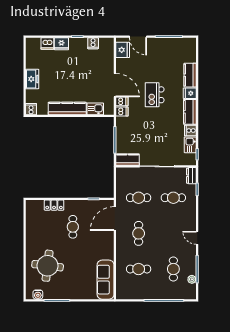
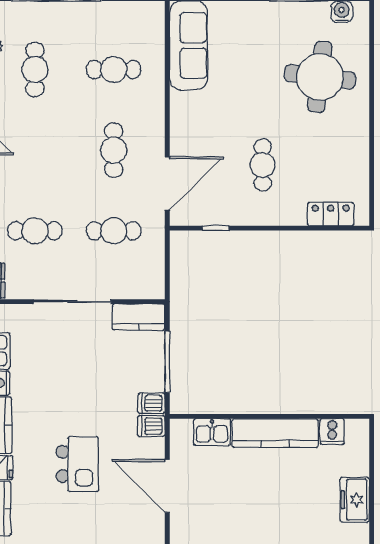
dishwasher: (122, 101) -> (152, 403), moved
cooker: (31, 109) -> (332, 431), moved
locker: (54, 205) -> (331, 214), moved

